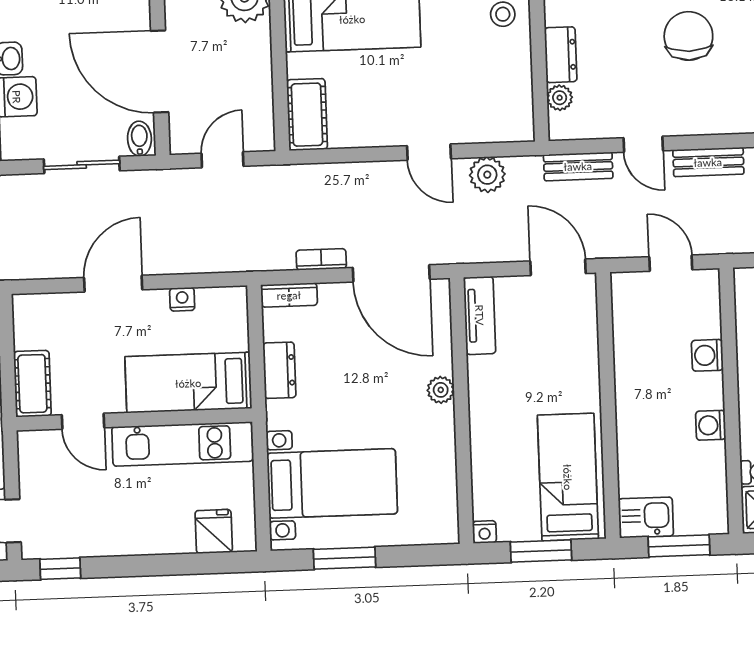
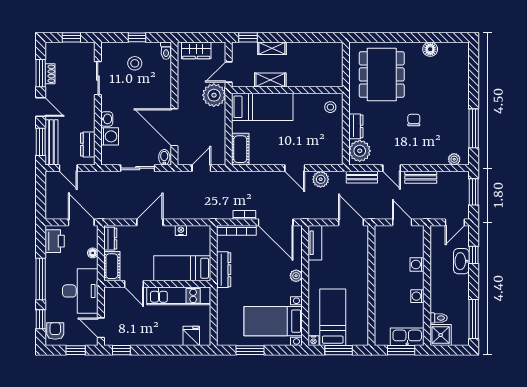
chair: (688, 36) -> (414, 120), width x0.54, depth x0.54
plant: (560, 98) -> (360, 151), width x1.88, depth x1.88
bookcase: (289, 295) -> (236, 230), width x1.56
dresser: (27, 323) -> (110, 239), added
dresser: (279, 370) -> (224, 270), width x1.44
bed: (568, 477) -> (333, 317), moved
bed with nightstands: (332, 483) -> (273, 321), moved, turned 180
kitchen sink: (646, 517) -> (407, 337), moved, width x1.38

